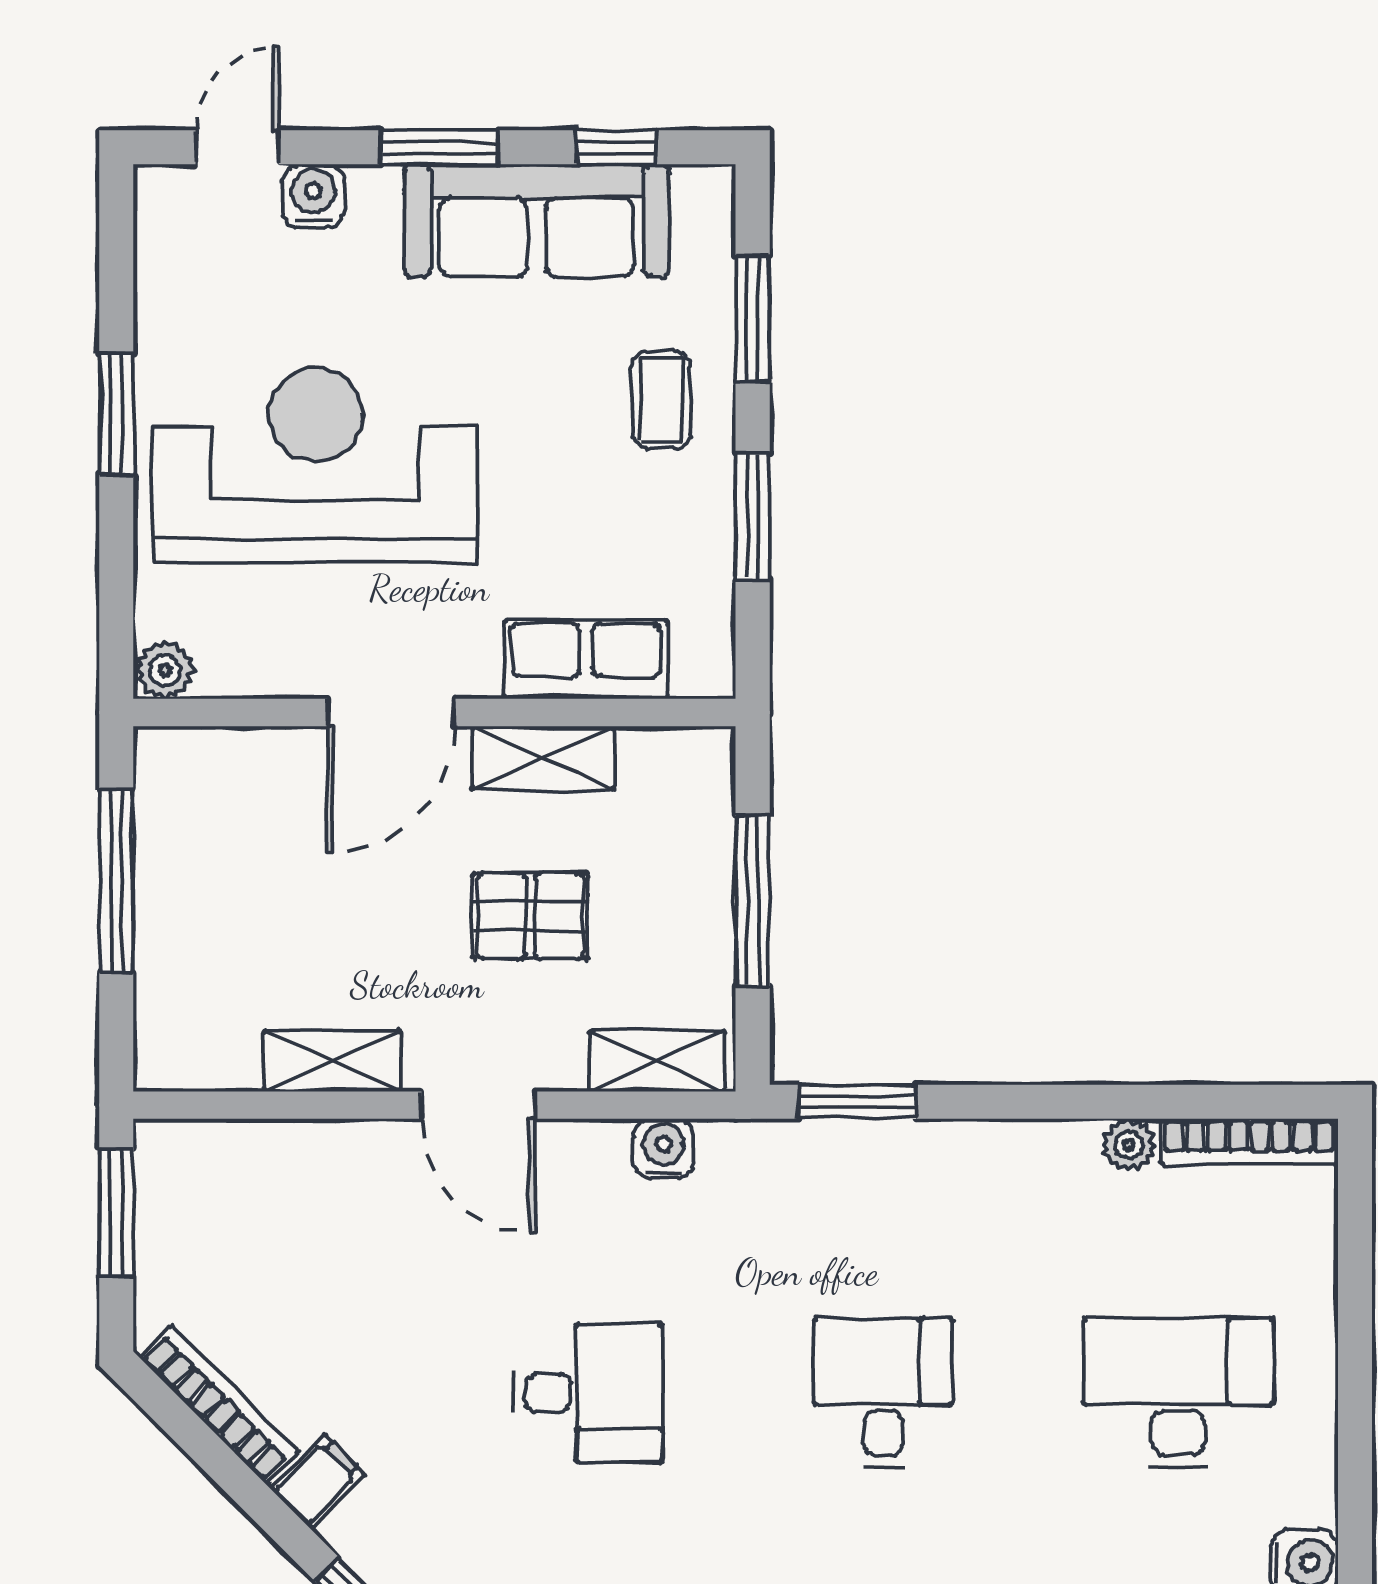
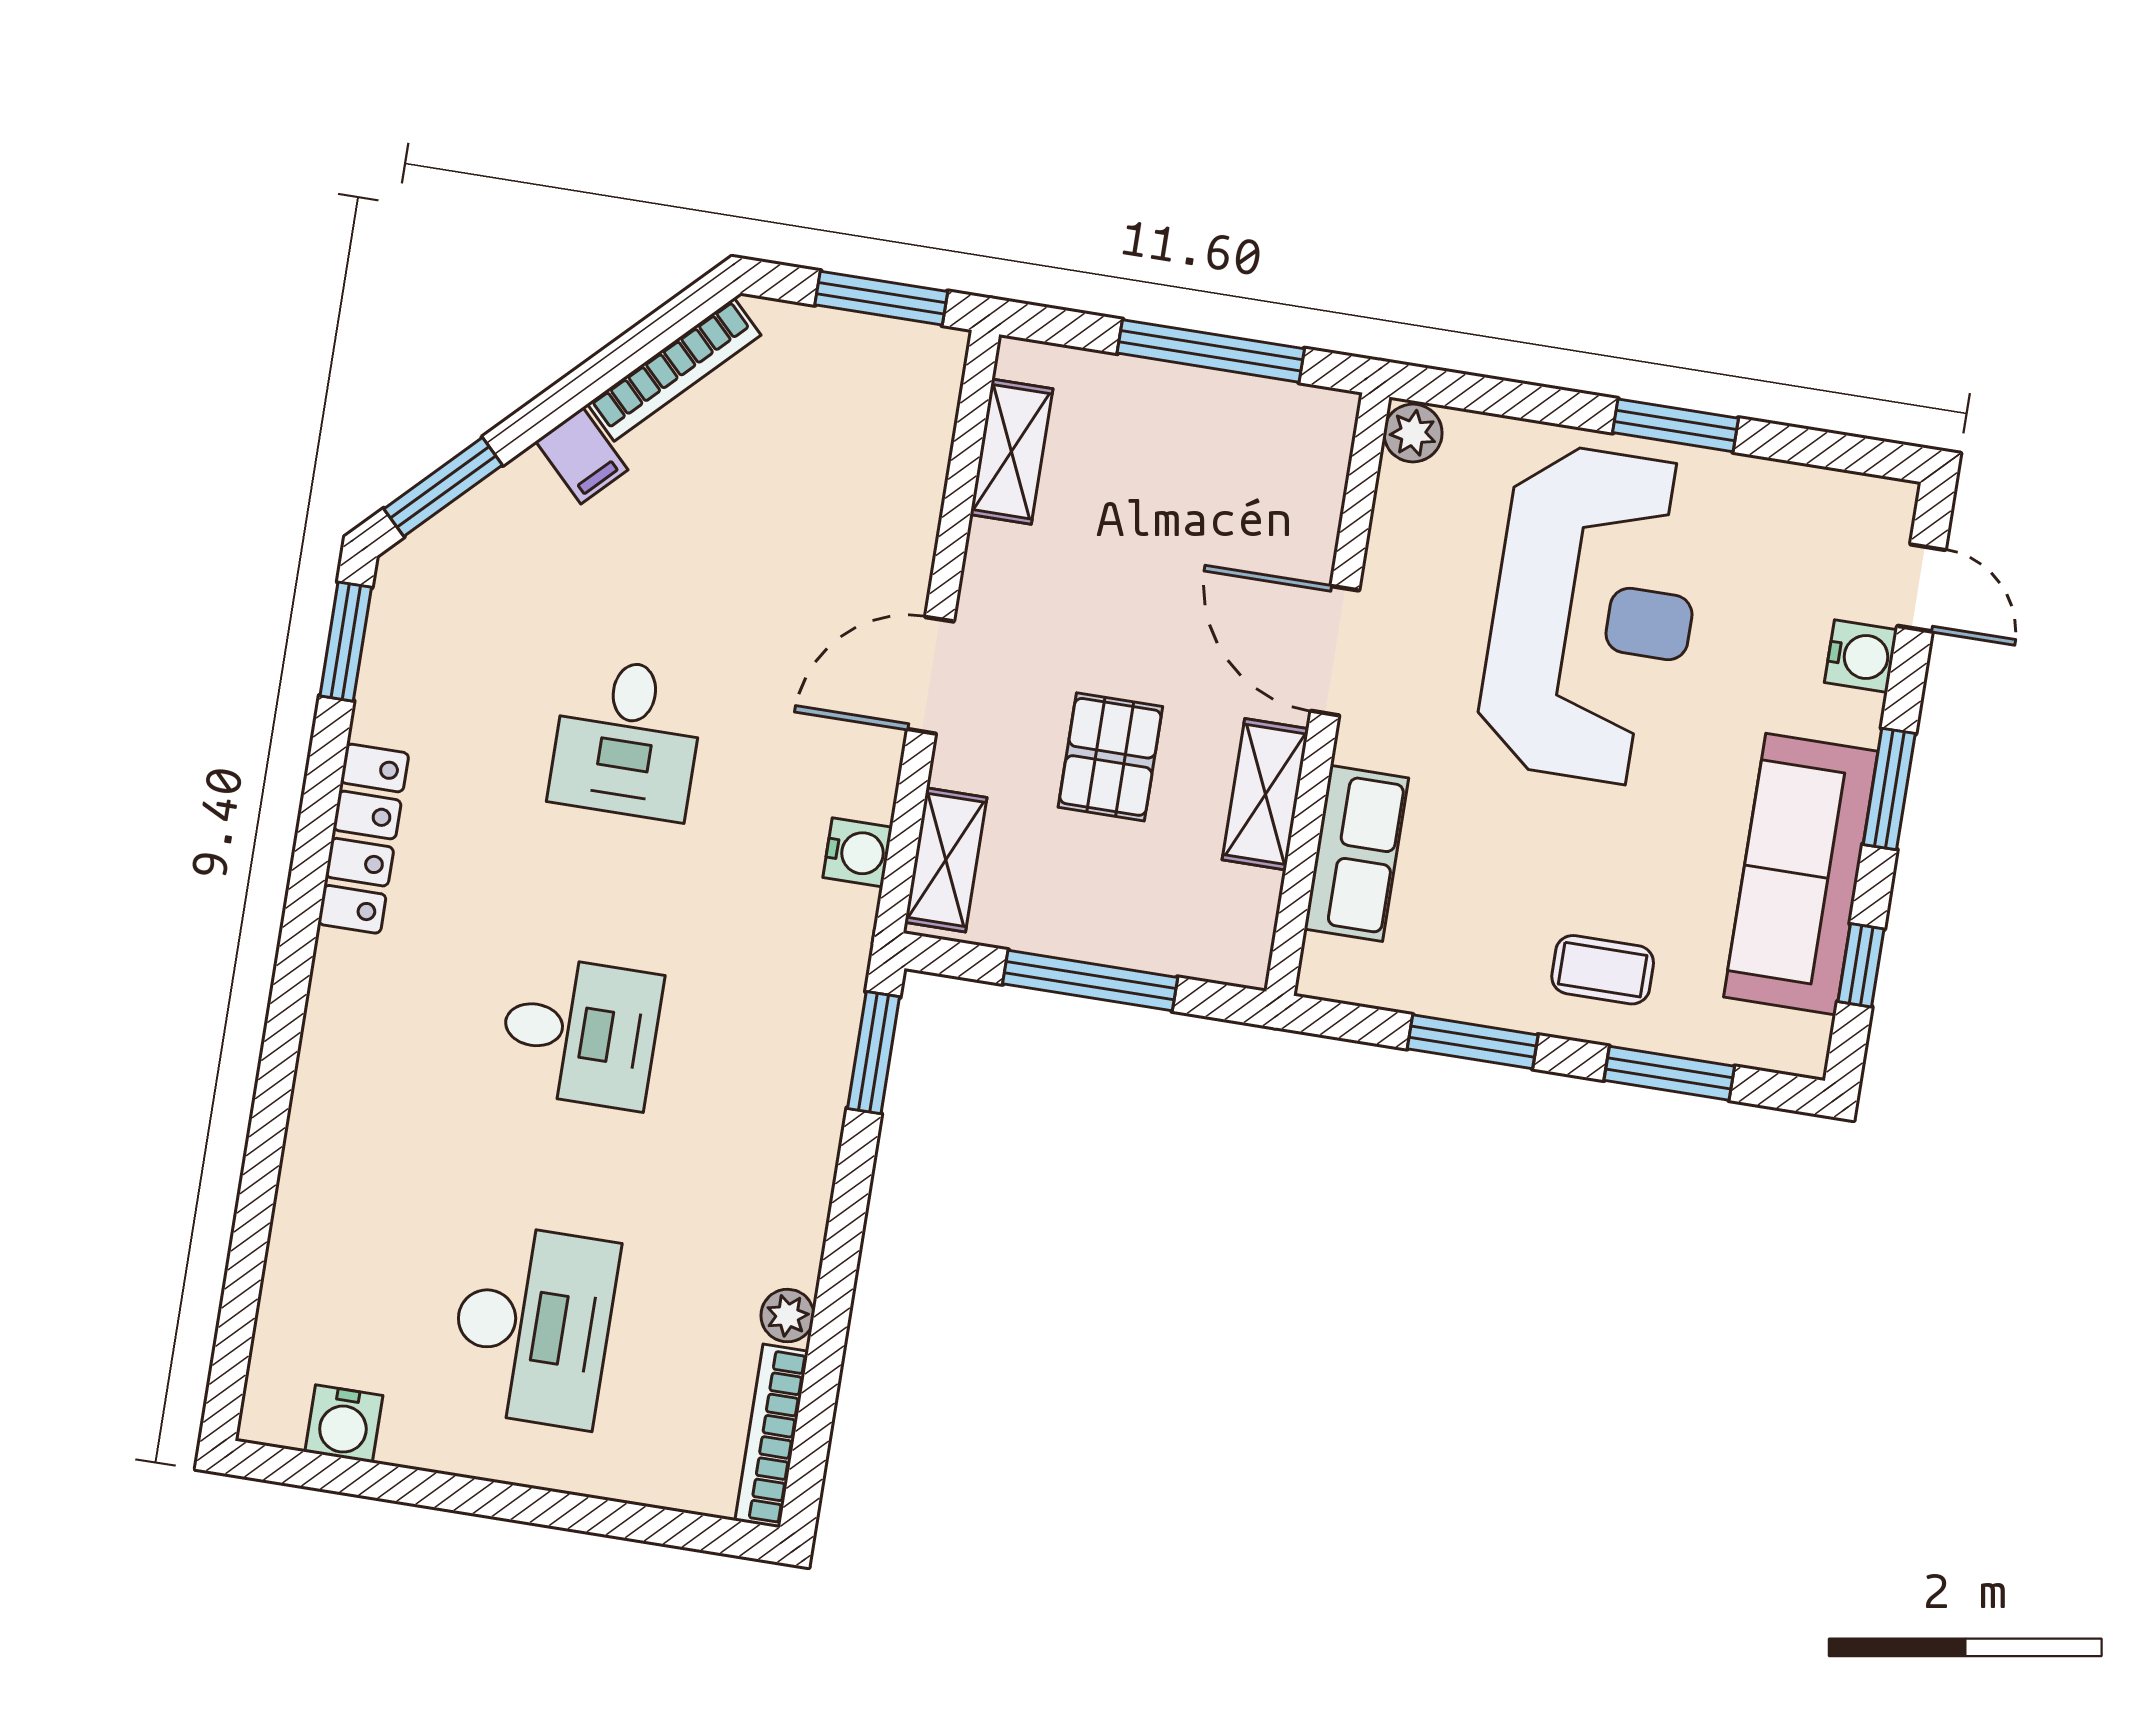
shelving: (332, 1061) -> (1011, 452), moved

